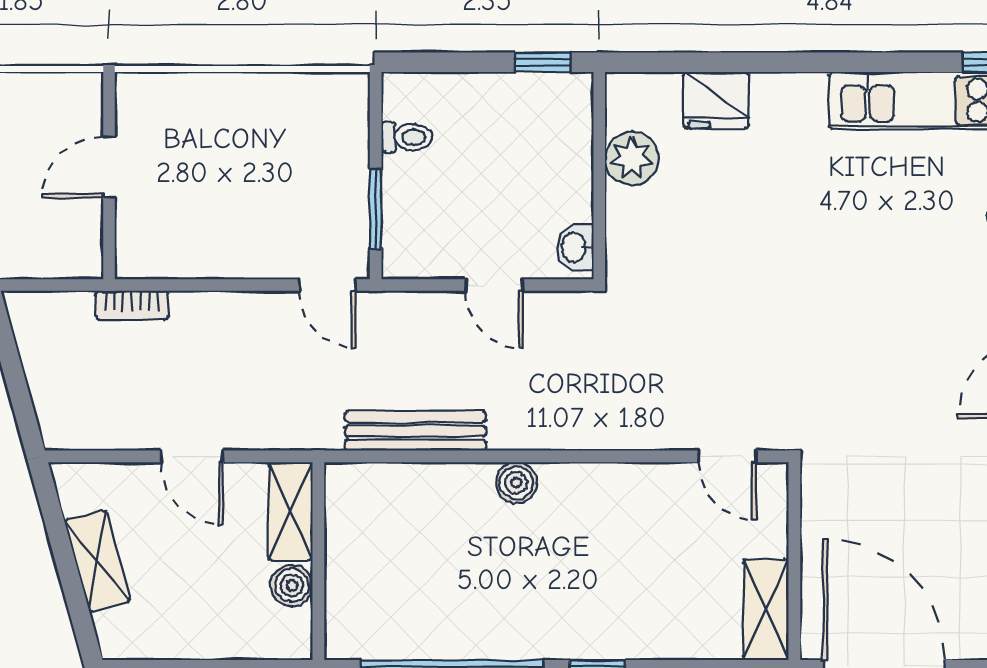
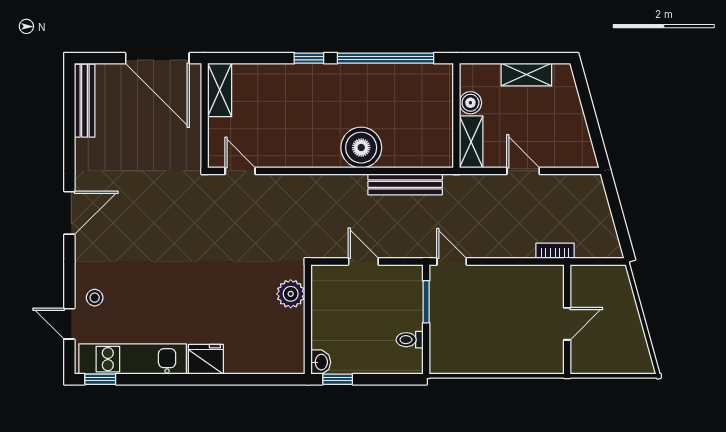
fridge: (716, 100) -> (206, 359), moved
plant: (632, 158) -> (291, 294), moved
washbasin: (575, 247) -> (321, 362), moved
boiler: (516, 483) -> (361, 148), width x1.86, depth x1.86
shelving: (97, 561) -> (526, 75), moved, turned -75

